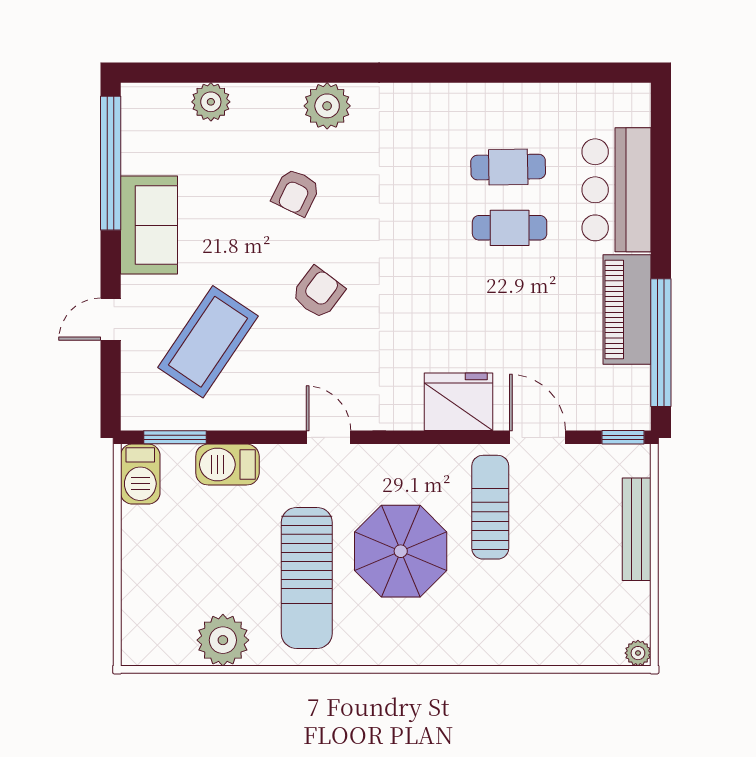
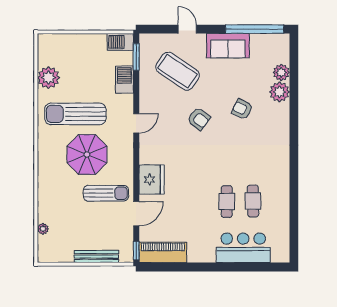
plant: (327, 106) -> (279, 92), moved
piano: (627, 309) -> (163, 252), moved
window: (661, 343) -> (177, 267), removed
plant: (638, 653) -> (43, 229), moved

